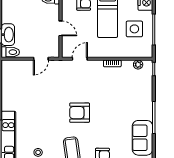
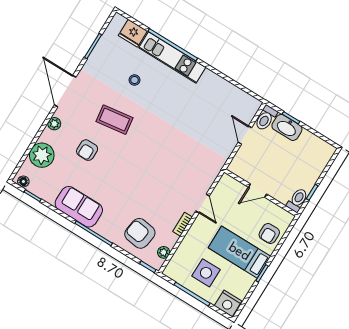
door: (41, 59) -> (245, 135), moved
door: (80, 59) -> (203, 203), moved
armchair: (80, 113) -> (140, 233), moved, turned -82

